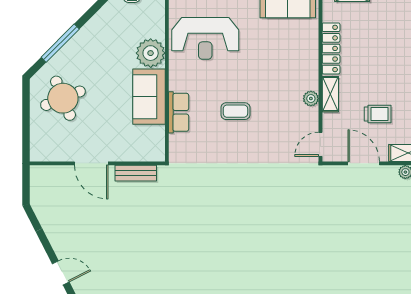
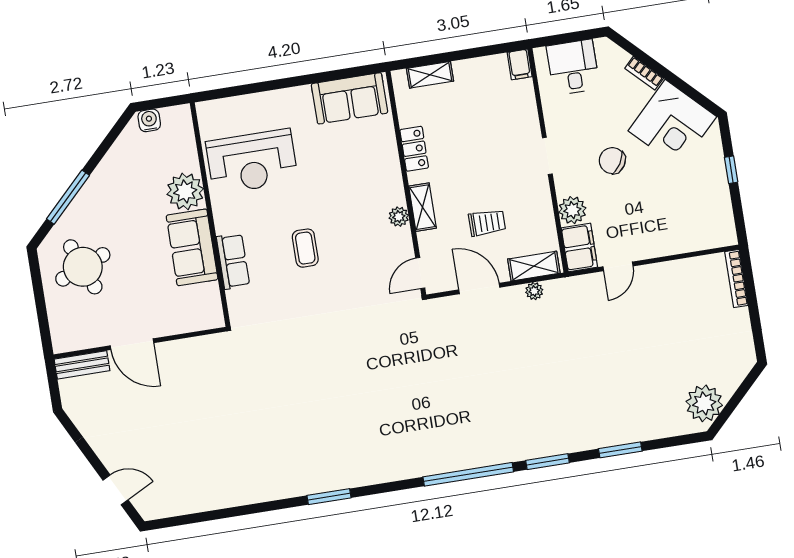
locker: (331, 48) -> (414, 149), width x0.66
coffee table: (235, 111) -> (305, 248), turned 90
bench: (136, 173) -> (82, 365), moved

